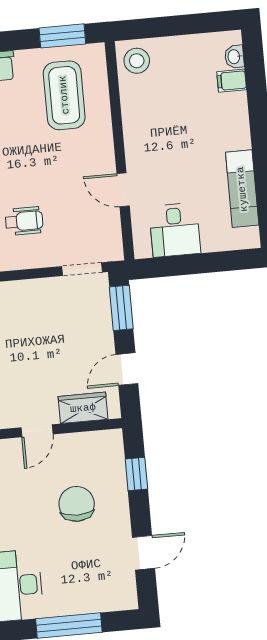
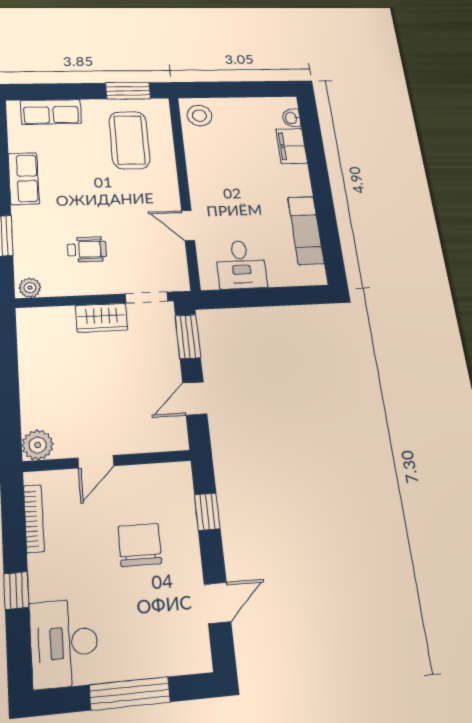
filing cabinet: (232, 81) -> (292, 146), width x2.00
wardrobe: (83, 408) -> (102, 318), moved, turned 180

